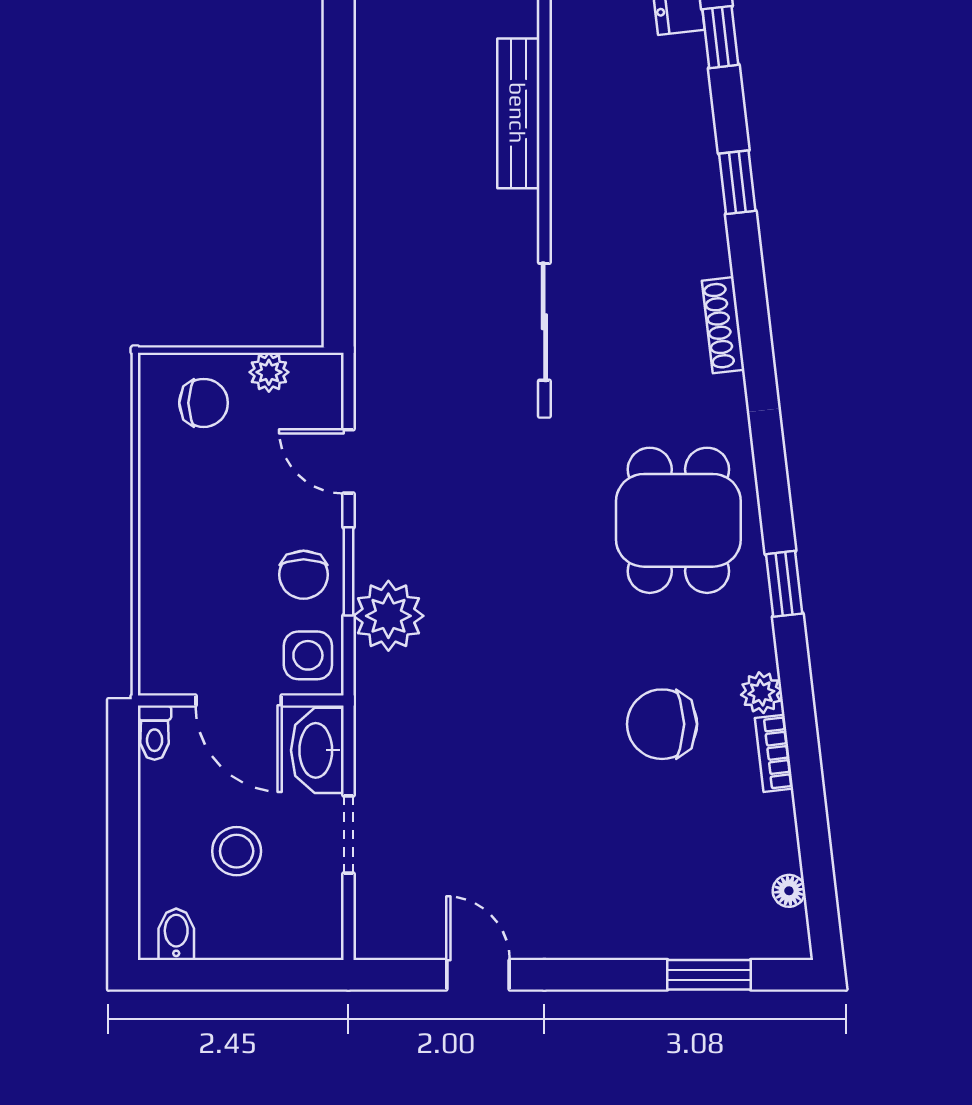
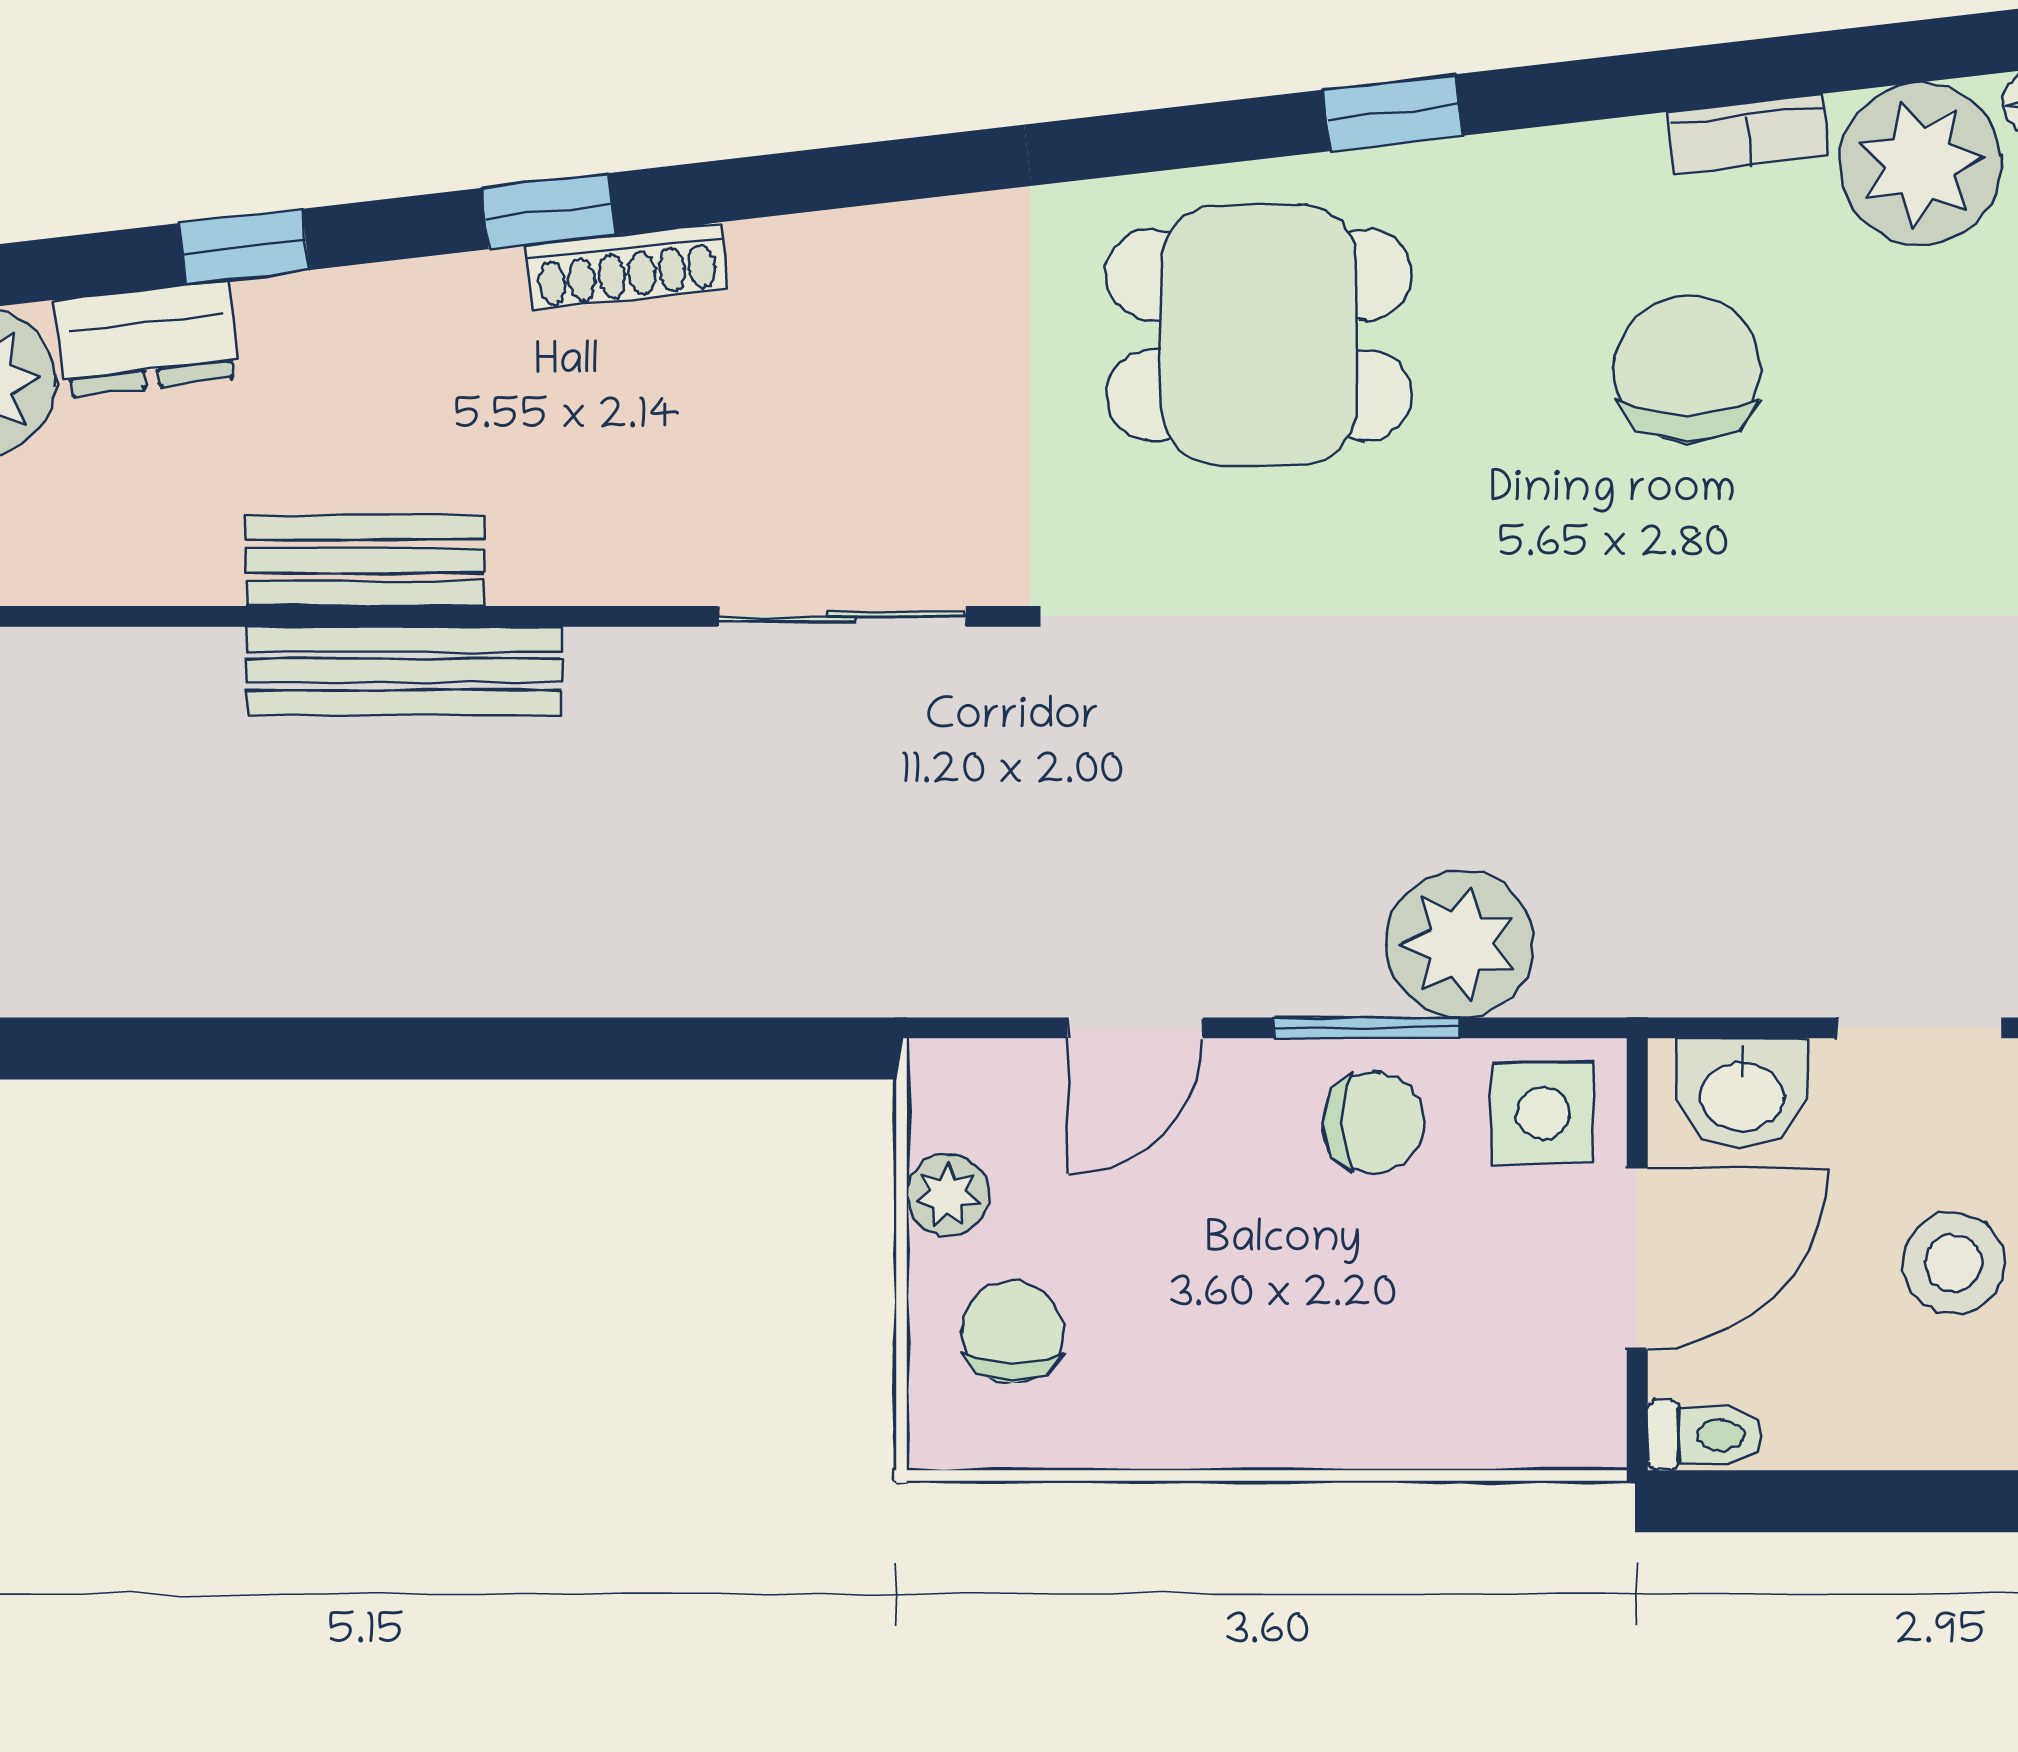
bench: (571, 95) -> (365, 560), added
shoe rack: (723, 325) -> (626, 267), moved
plant: (761, 693) -> (1920, 164), moved, width x1.87, depth x1.87
chair: (662, 724) -> (1687, 369), turned 180
washbasin: (317, 750) -> (1742, 1093), width x0.72

